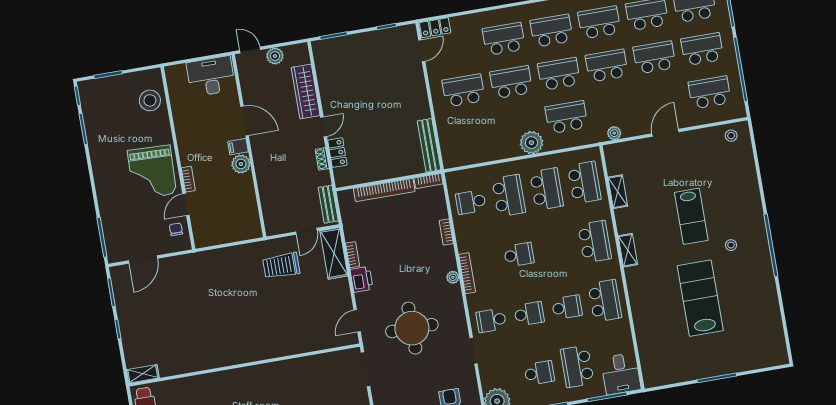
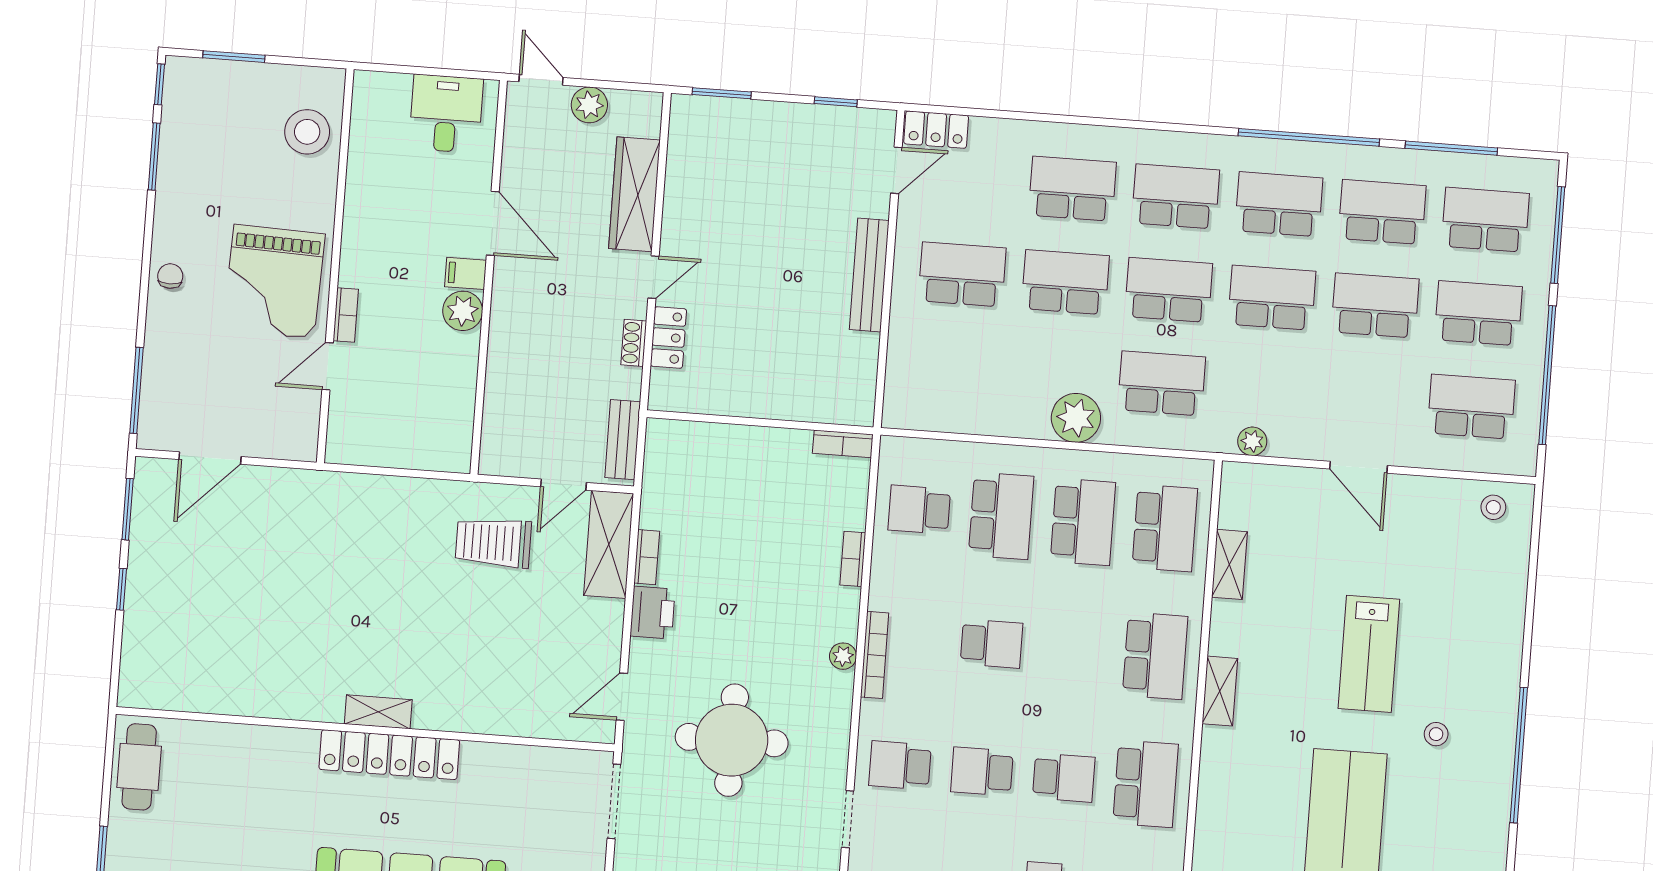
desk: (211, 76) -> (446, 114), width x0.73
door: (665, 133) -> (1359, 467), swing flipped
bench: (429, 145) -> (869, 275), moved
bookcase: (384, 190) -> (746, 439), removed
chair: (176, 229) -> (170, 276), moved
school desk: (529, 314) -> (982, 771), turned 180
shelving: (143, 374) -> (378, 712), moved
locker: (258, 374) -> (389, 755), added

